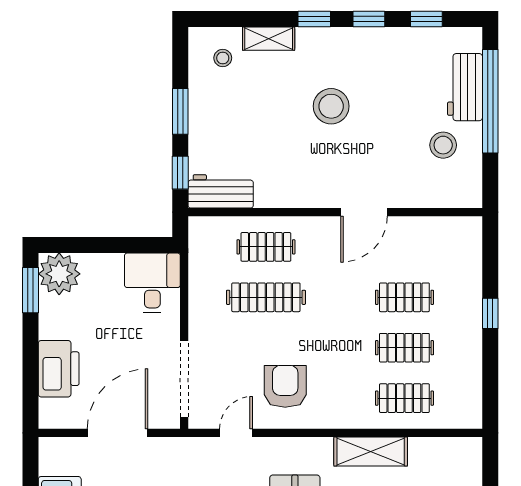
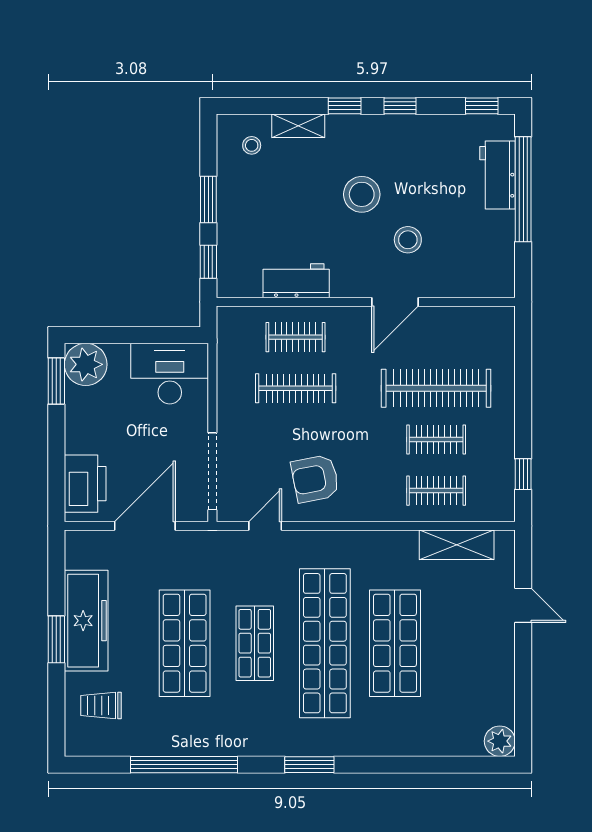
window: (426, 19) -> (482, 106), moved
stool: (443, 145) -> (408, 240), moved
workbench: (221, 191) -> (296, 281), moved
desk: (152, 283) -> (170, 374), width x1.37
clothes rail: (404, 297) -> (436, 388), width x1.86, depth x1.31
window: (490, 313) -> (523, 474), moved
printer: (59, 369) -> (85, 484), moved
armchair: (285, 386) -> (315, 479), turned -101
shelving: (371, 451) -> (457, 545), moved

